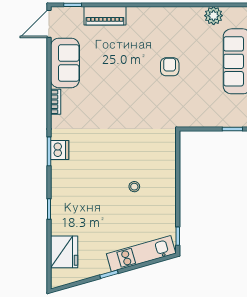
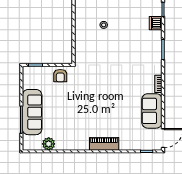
piano: (105, 16) -> (104, 144), moved
armchair: (170, 67) -> (60, 76), moved
dishwasher: (60, 150) -> (156, 23), moved

